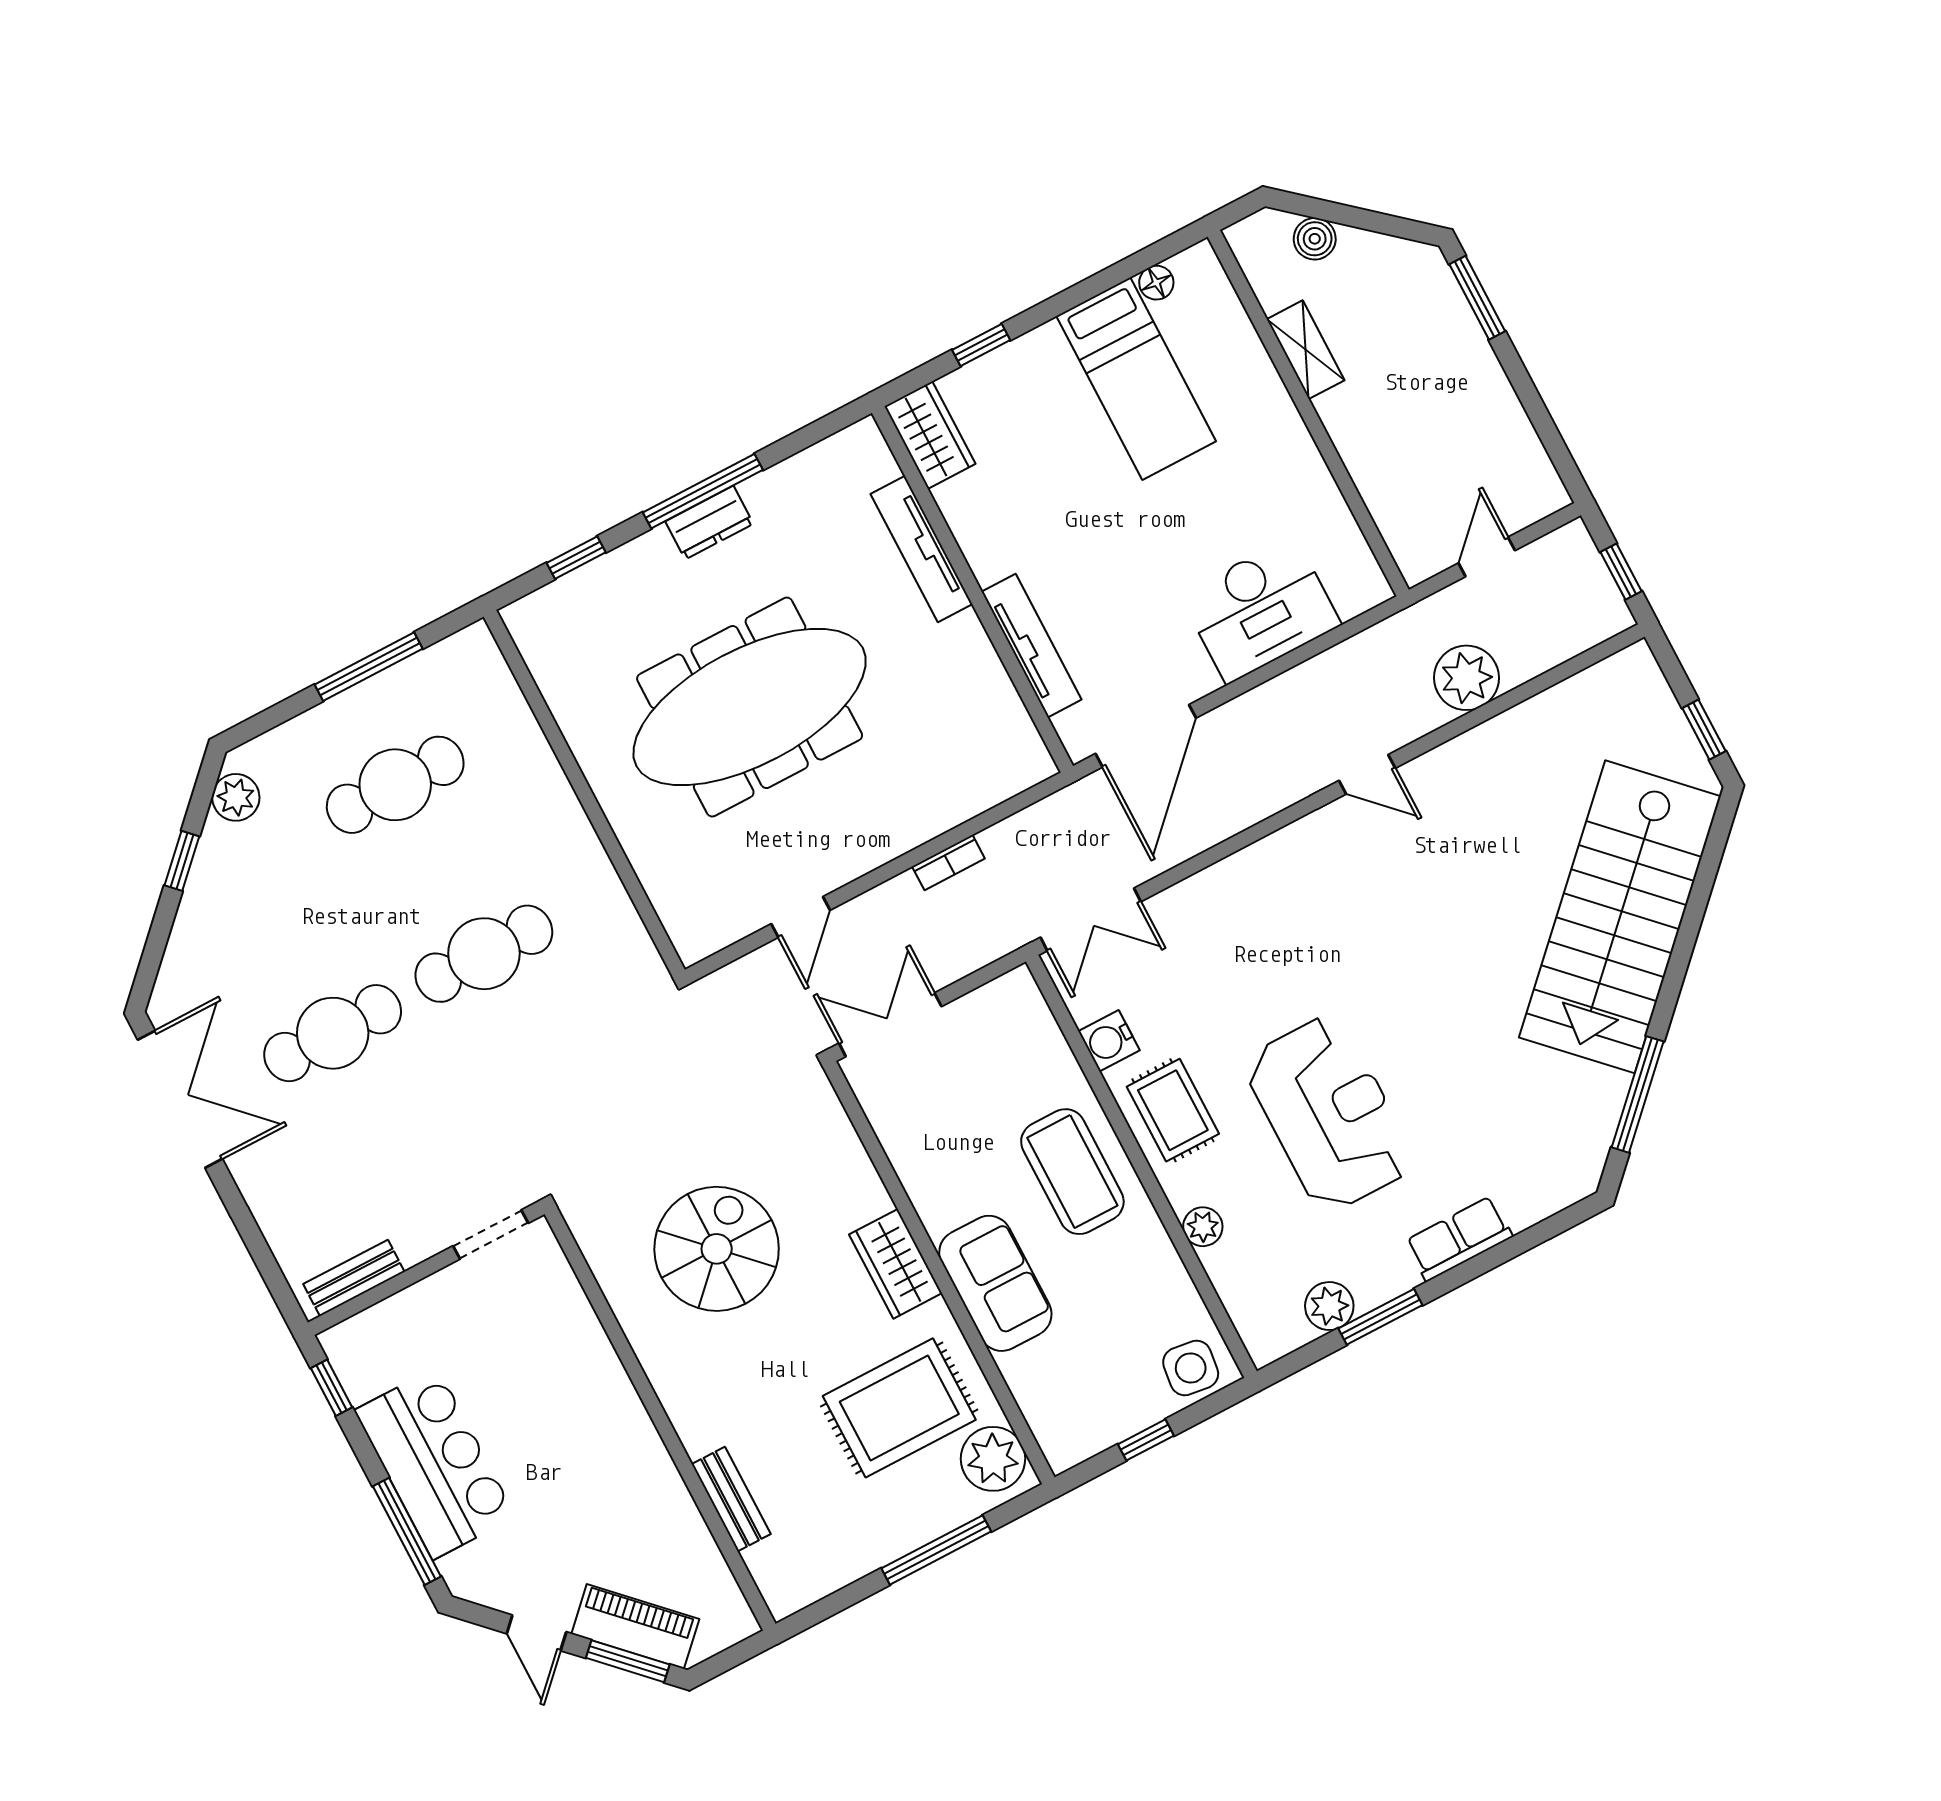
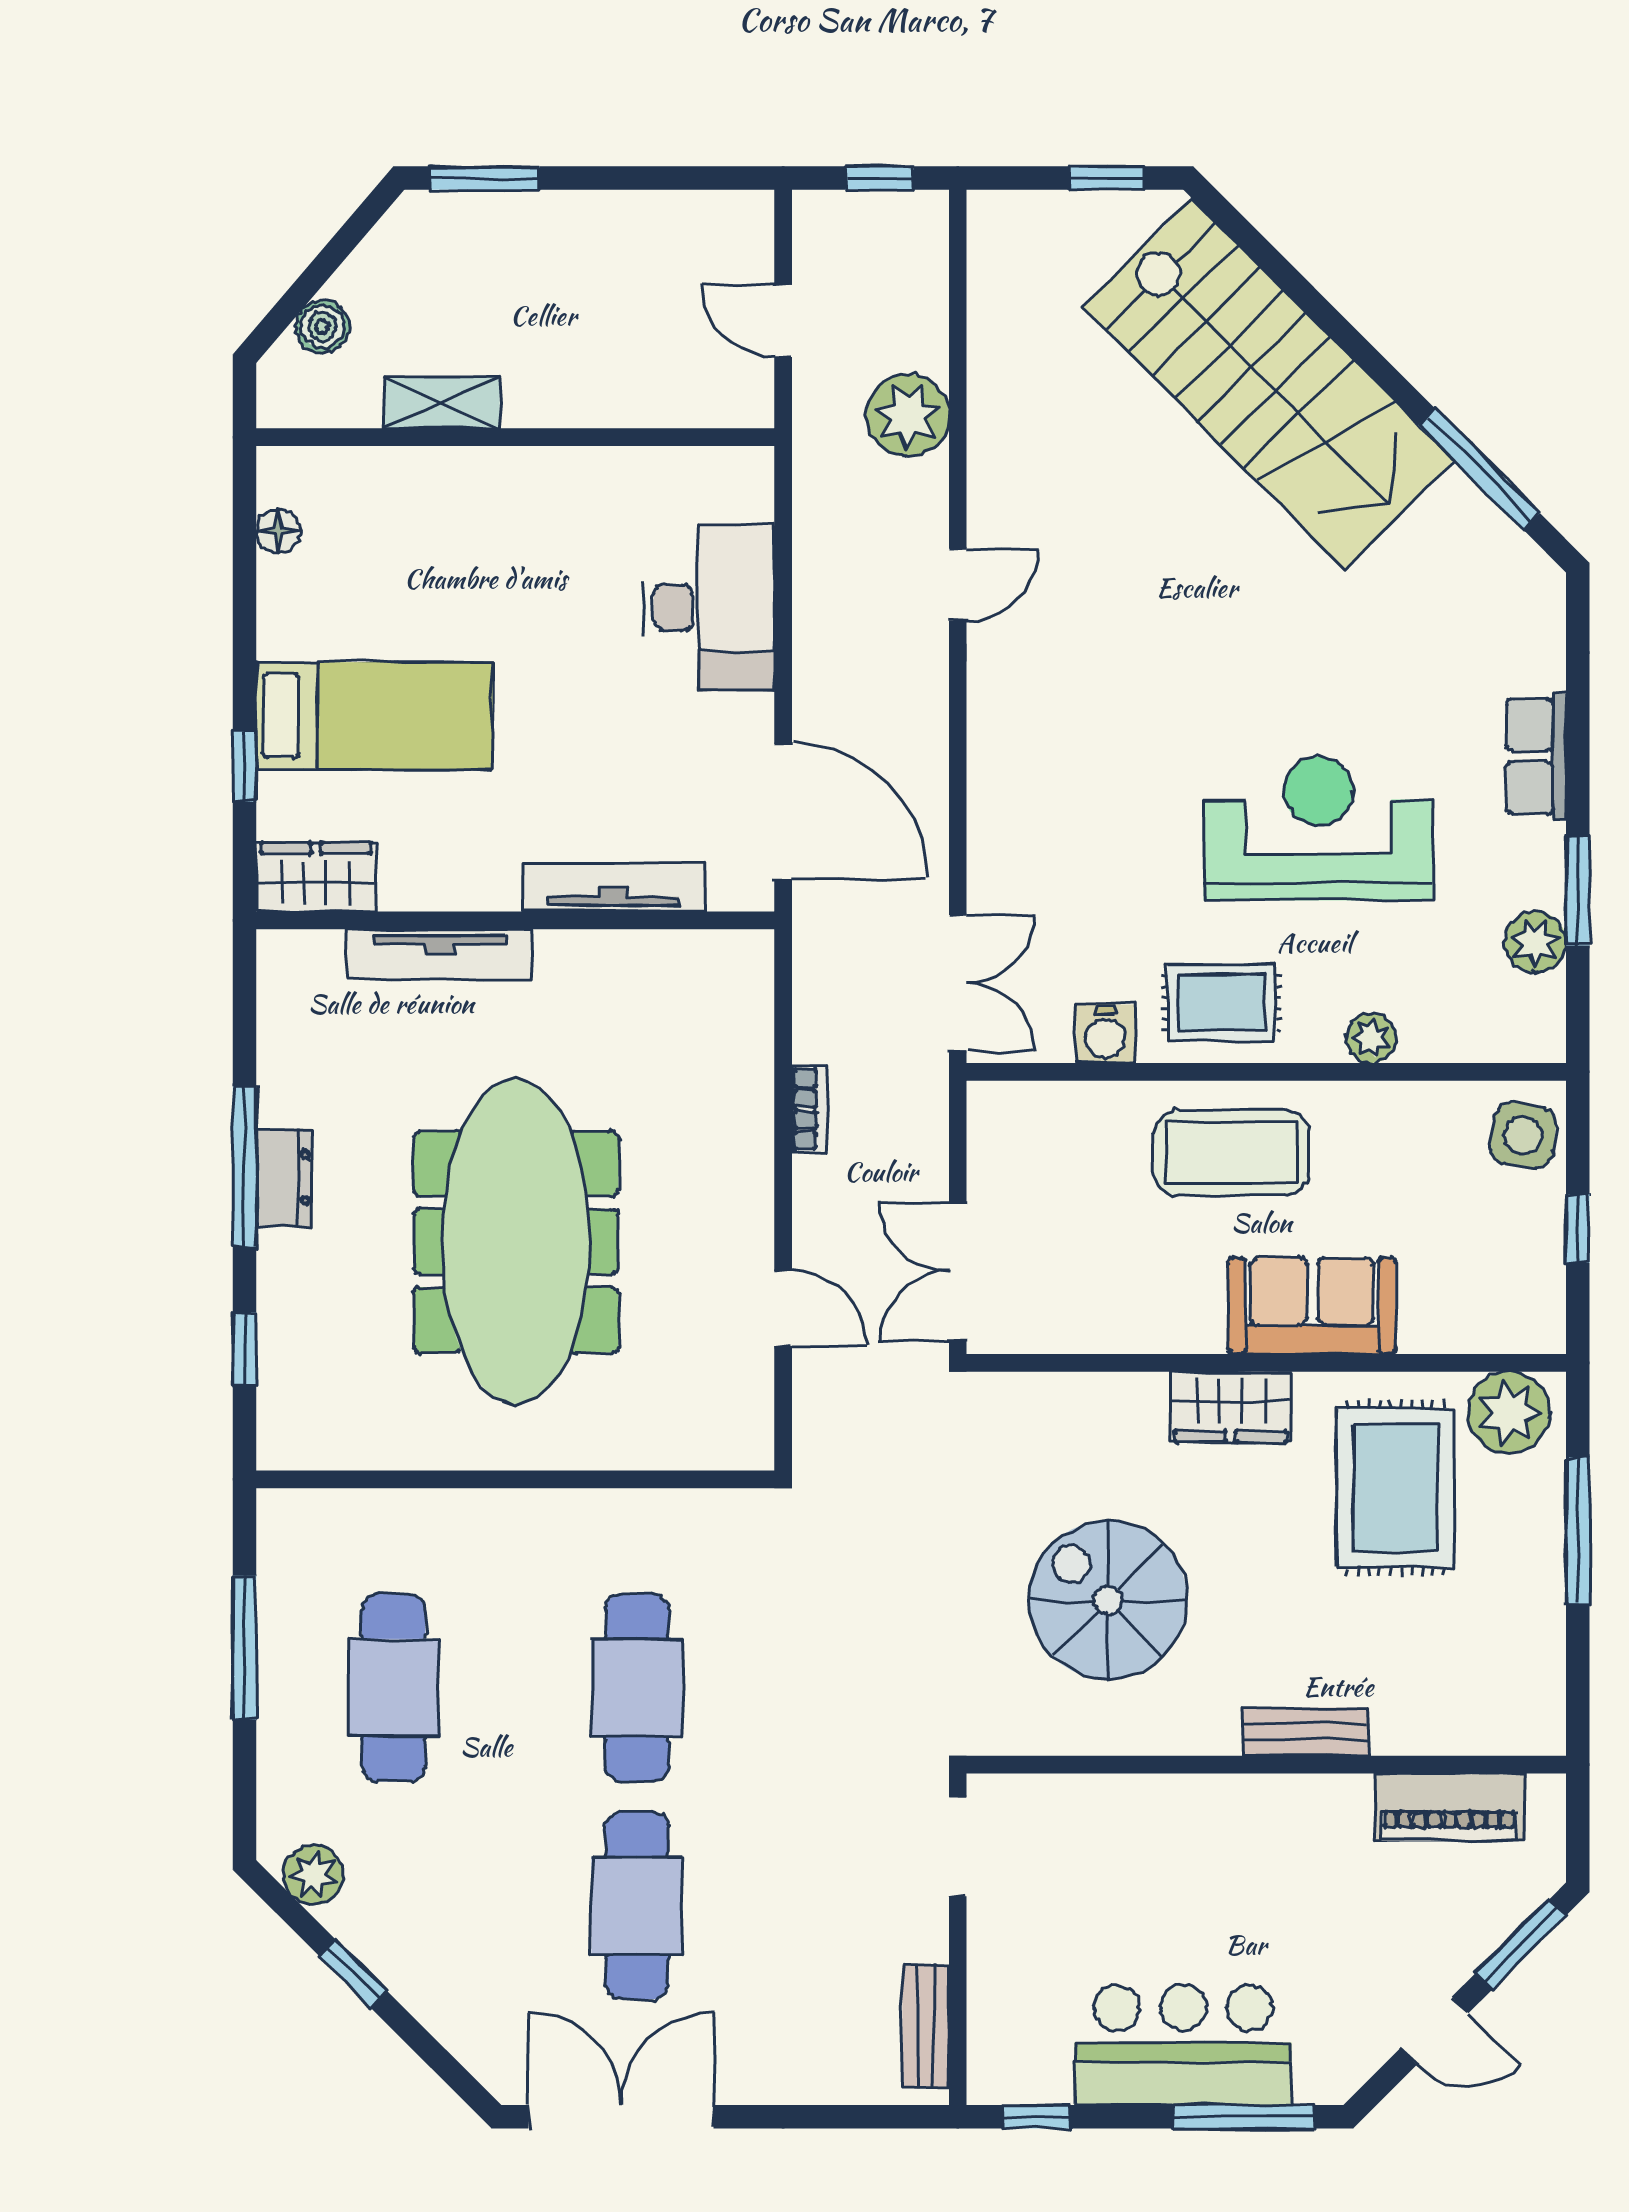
bed: (1136, 379) -> (374, 716), moved
bench: (731, 1499) -> (1306, 1732), moved
piano: (635, 1626) -> (1449, 1807), moved, turned -135

